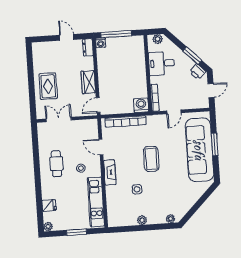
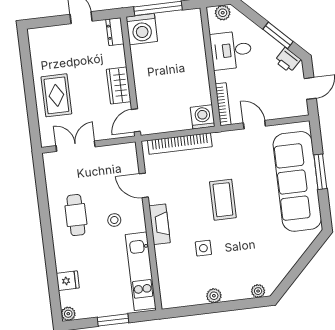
washing machine: (101, 43) -> (142, 29), width x1.89, depth x1.89
door: (174, 112) -> (254, 125), swing flipped

